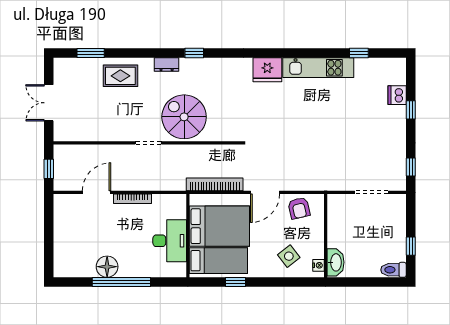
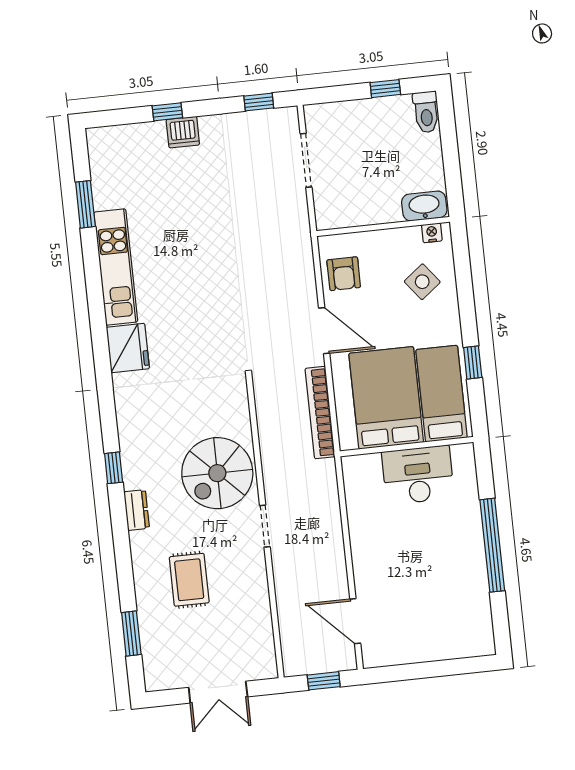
window: (359, 53) -> (85, 204), width x1.50
rug: (120, 76) -> (189, 580), moved
dishwasher: (397, 95) -> (183, 132), moved
door: (97, 192) -> (355, 621), moved
bookcase: (132, 199) -> (357, 542), removed
armchair: (299, 208) -> (344, 274), turned 103
floor lamp: (107, 267) -> (470, 571), removed

